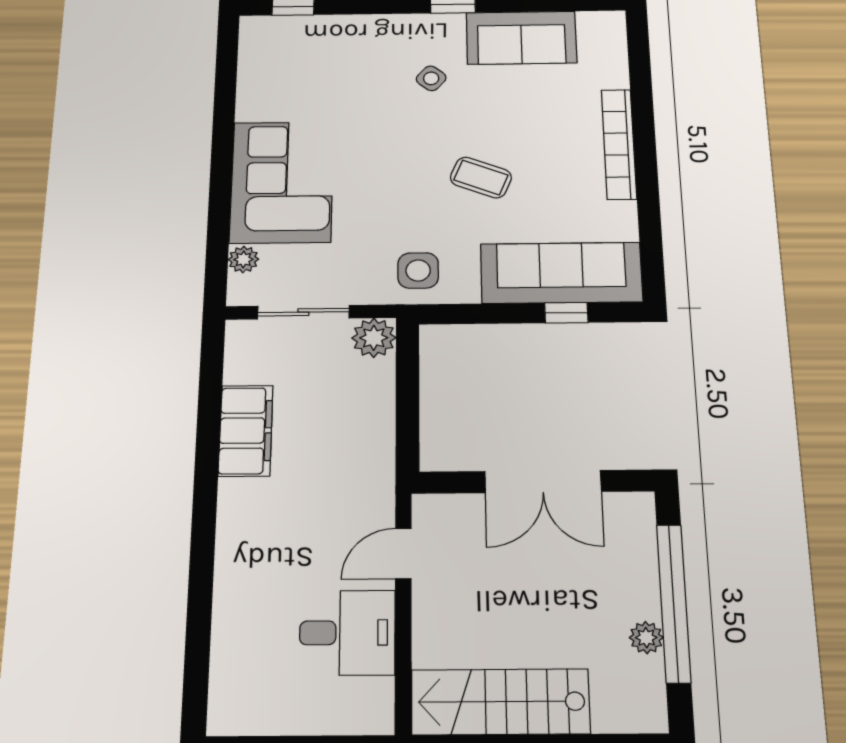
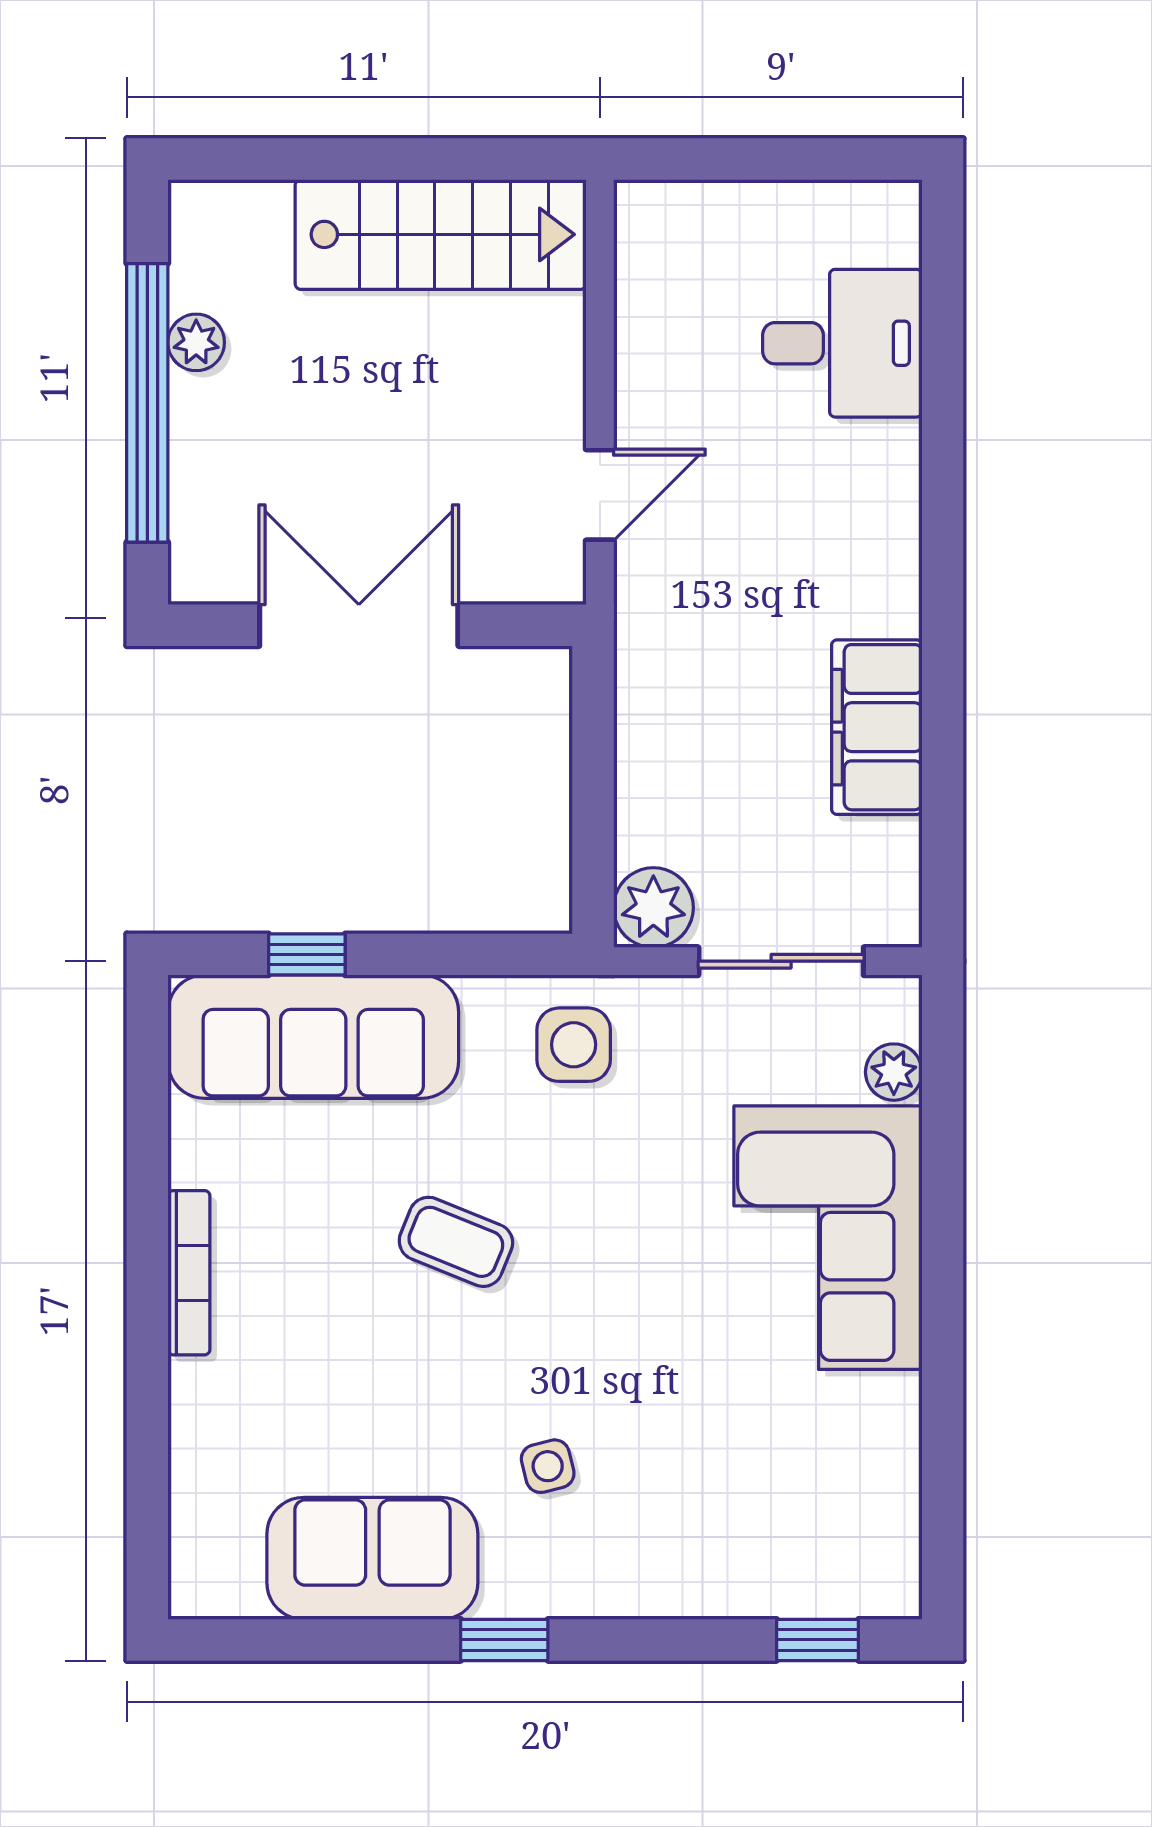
side table: (431, 78) -> (548, 1466), turned 36
bookcase: (619, 144) -> (189, 1273), width x0.68, depth x0.76
desk: (347, 633) -> (842, 343), moved, turned 180

